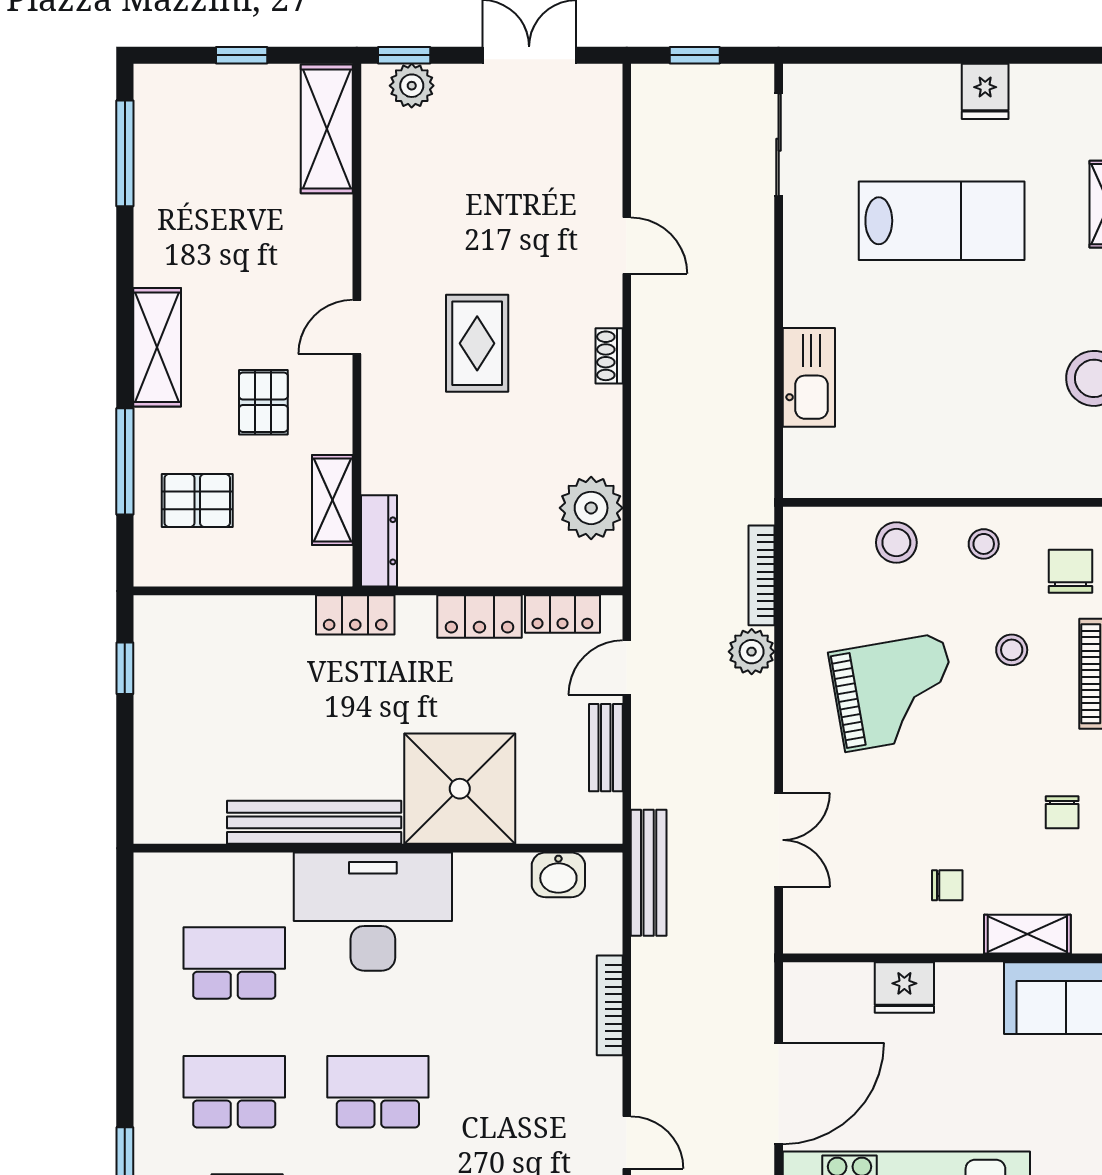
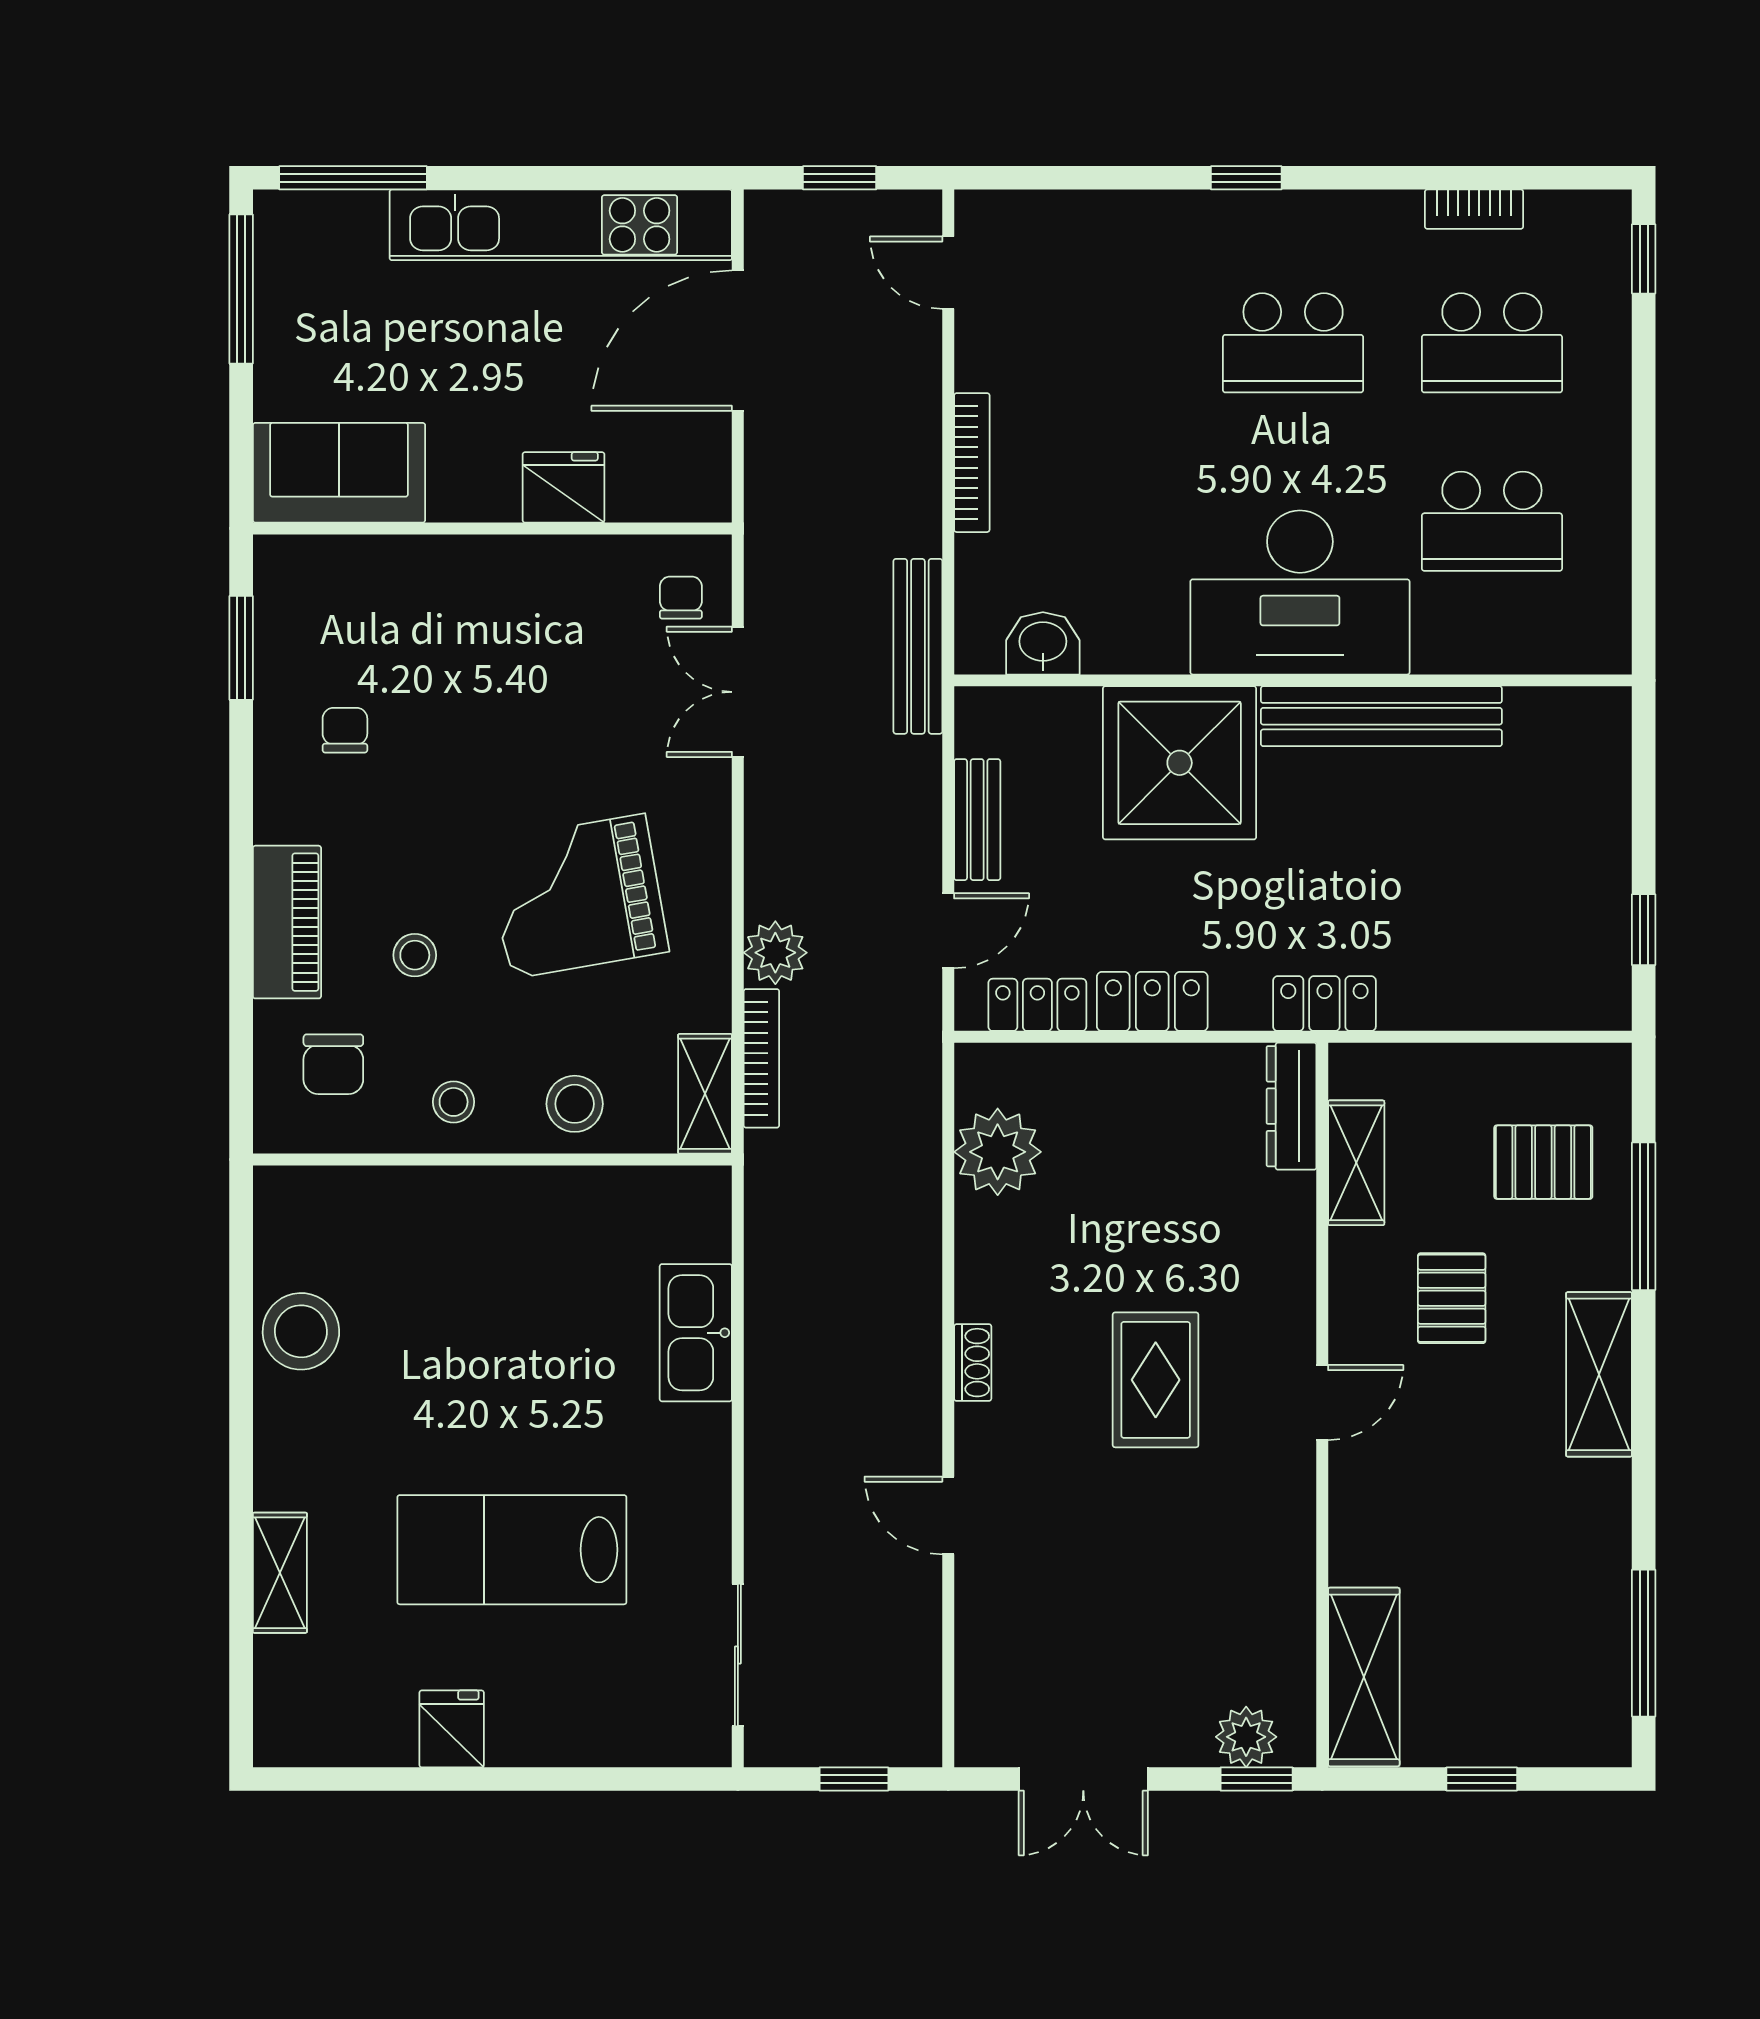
chair: (947, 885) -> (681, 598), moved, turned 90
shelving: (1027, 934) -> (705, 1094), moved, turned 90

